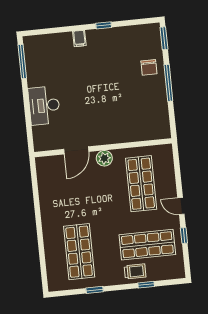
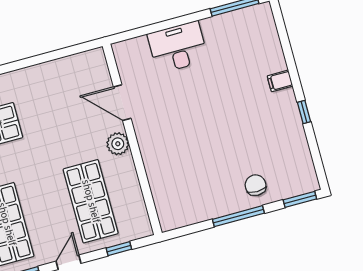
chair: (149, 67) -> (256, 185), turned 90
window: (177, 170) -> (119, 249), added
shop shelf: (141, 184) -> (91, 201), turned 90

